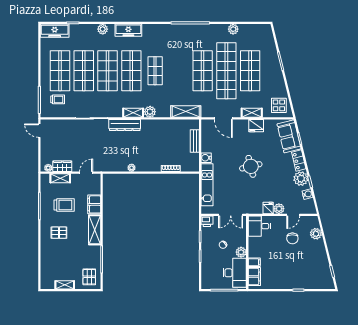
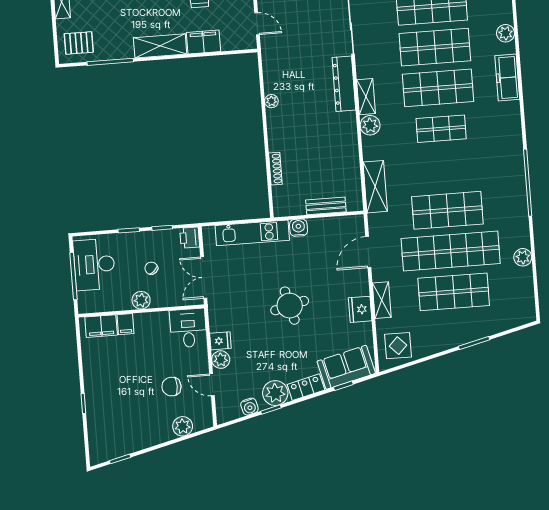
desk: (235, 273) -> (94, 264), moved, turned 90

